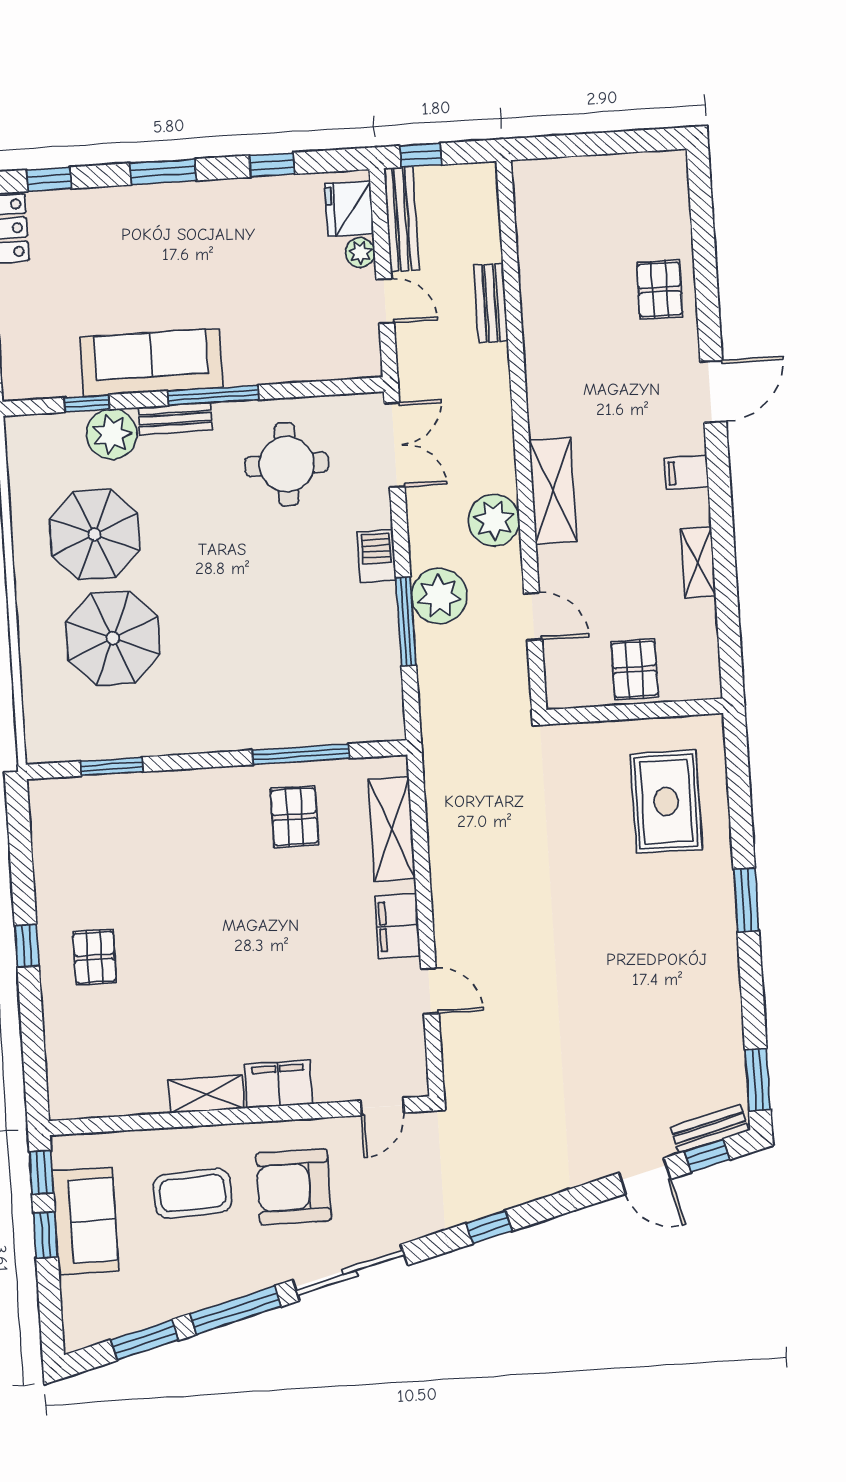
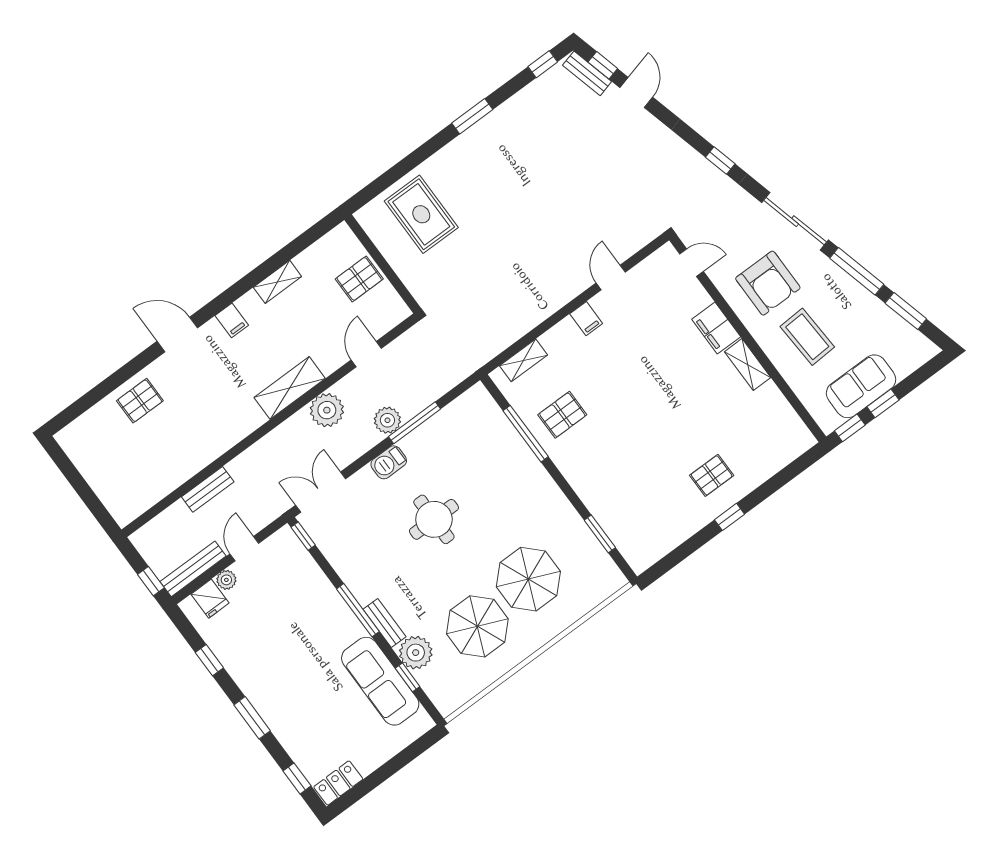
fridge: (349, 209) -> (210, 599), width x0.72
sofa: (151, 362) -> (380, 681), moved
window: (353, 386) -> (303, 536), added
round table: (287, 464) -> (434, 519), moved
plant: (439, 596) -> (387, 420), width x0.73, depth x0.73
rug: (666, 802) -> (421, 214), turned 90
shelving: (392, 829) -> (523, 360), width x0.67, depth x0.75
window: (746, 900) -> (472, 116), moved
filing cabinet: (397, 926) -> (586, 319), width x0.50
window: (758, 1080) -> (543, 64), width x0.67

